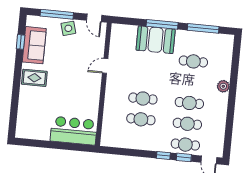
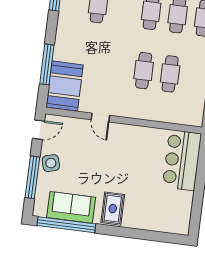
window: (162, 24) -> (47, 64), moved
booth: (156, 40) -> (65, 86), moved
window: (21, 42) -> (66, 225), width x3.17

